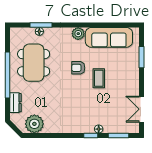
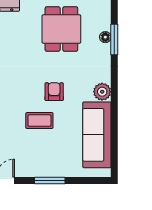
window: (141, 57) -> (50, 181), moved
dining table: (34, 63) -> (61, 29), width x0.73

